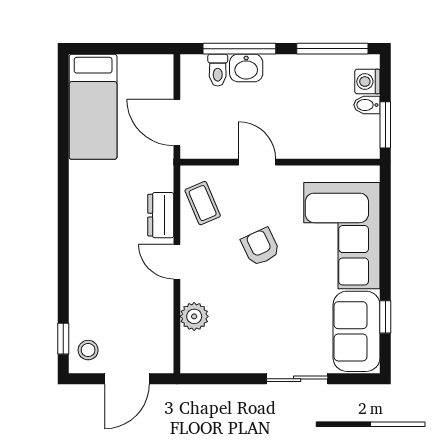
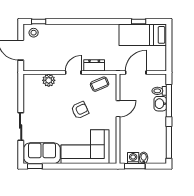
washing machine: (367, 82) -> (133, 158), moved
window: (63, 116) -> (139, 22), added
window: (385, 317) -> (35, 166), moved

